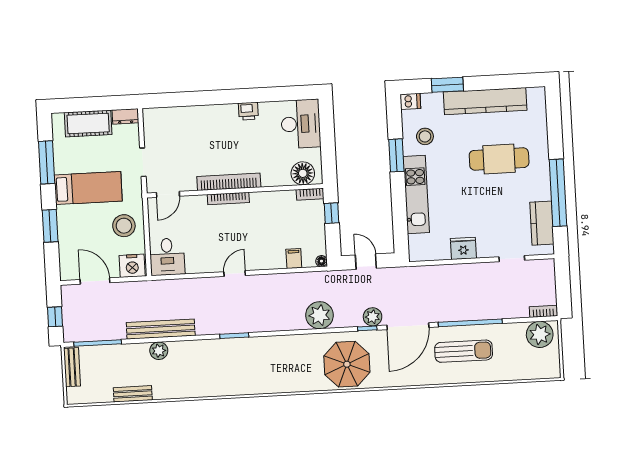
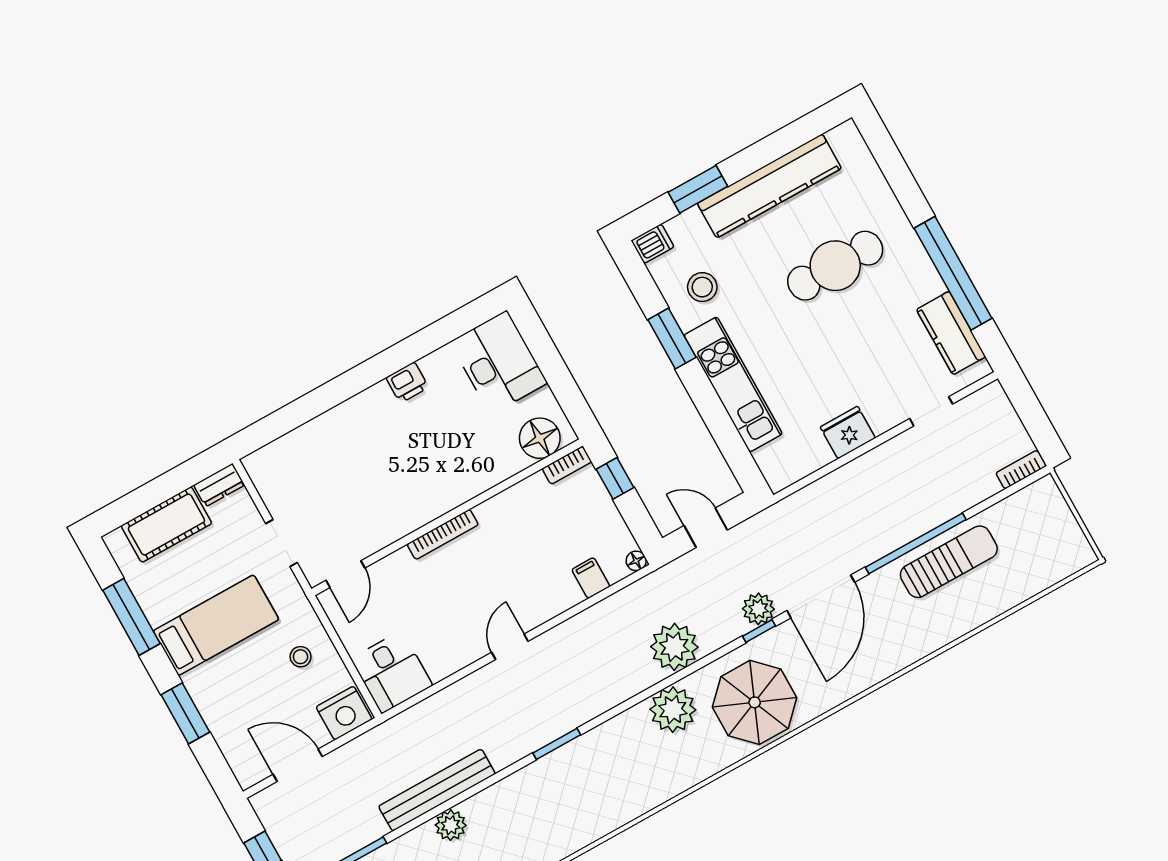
bookcase: (229, 182) -> (431, 508), removed
stool: (124, 226) -> (301, 657), width x0.53, depth x0.53
plant: (540, 334) -> (673, 710), moved
sun lounger: (464, 351) -> (949, 562), moved

